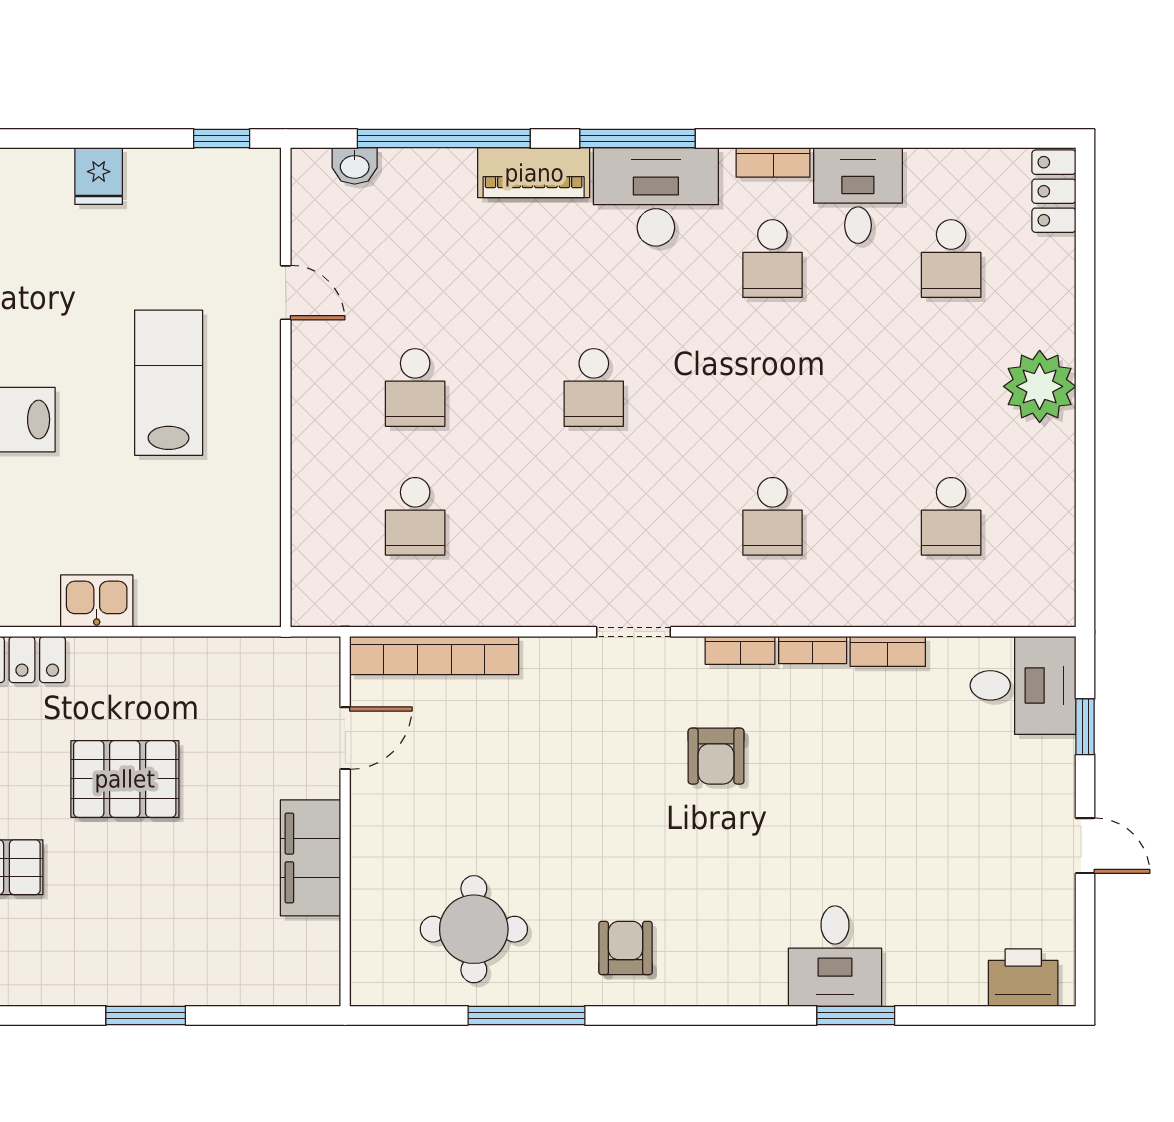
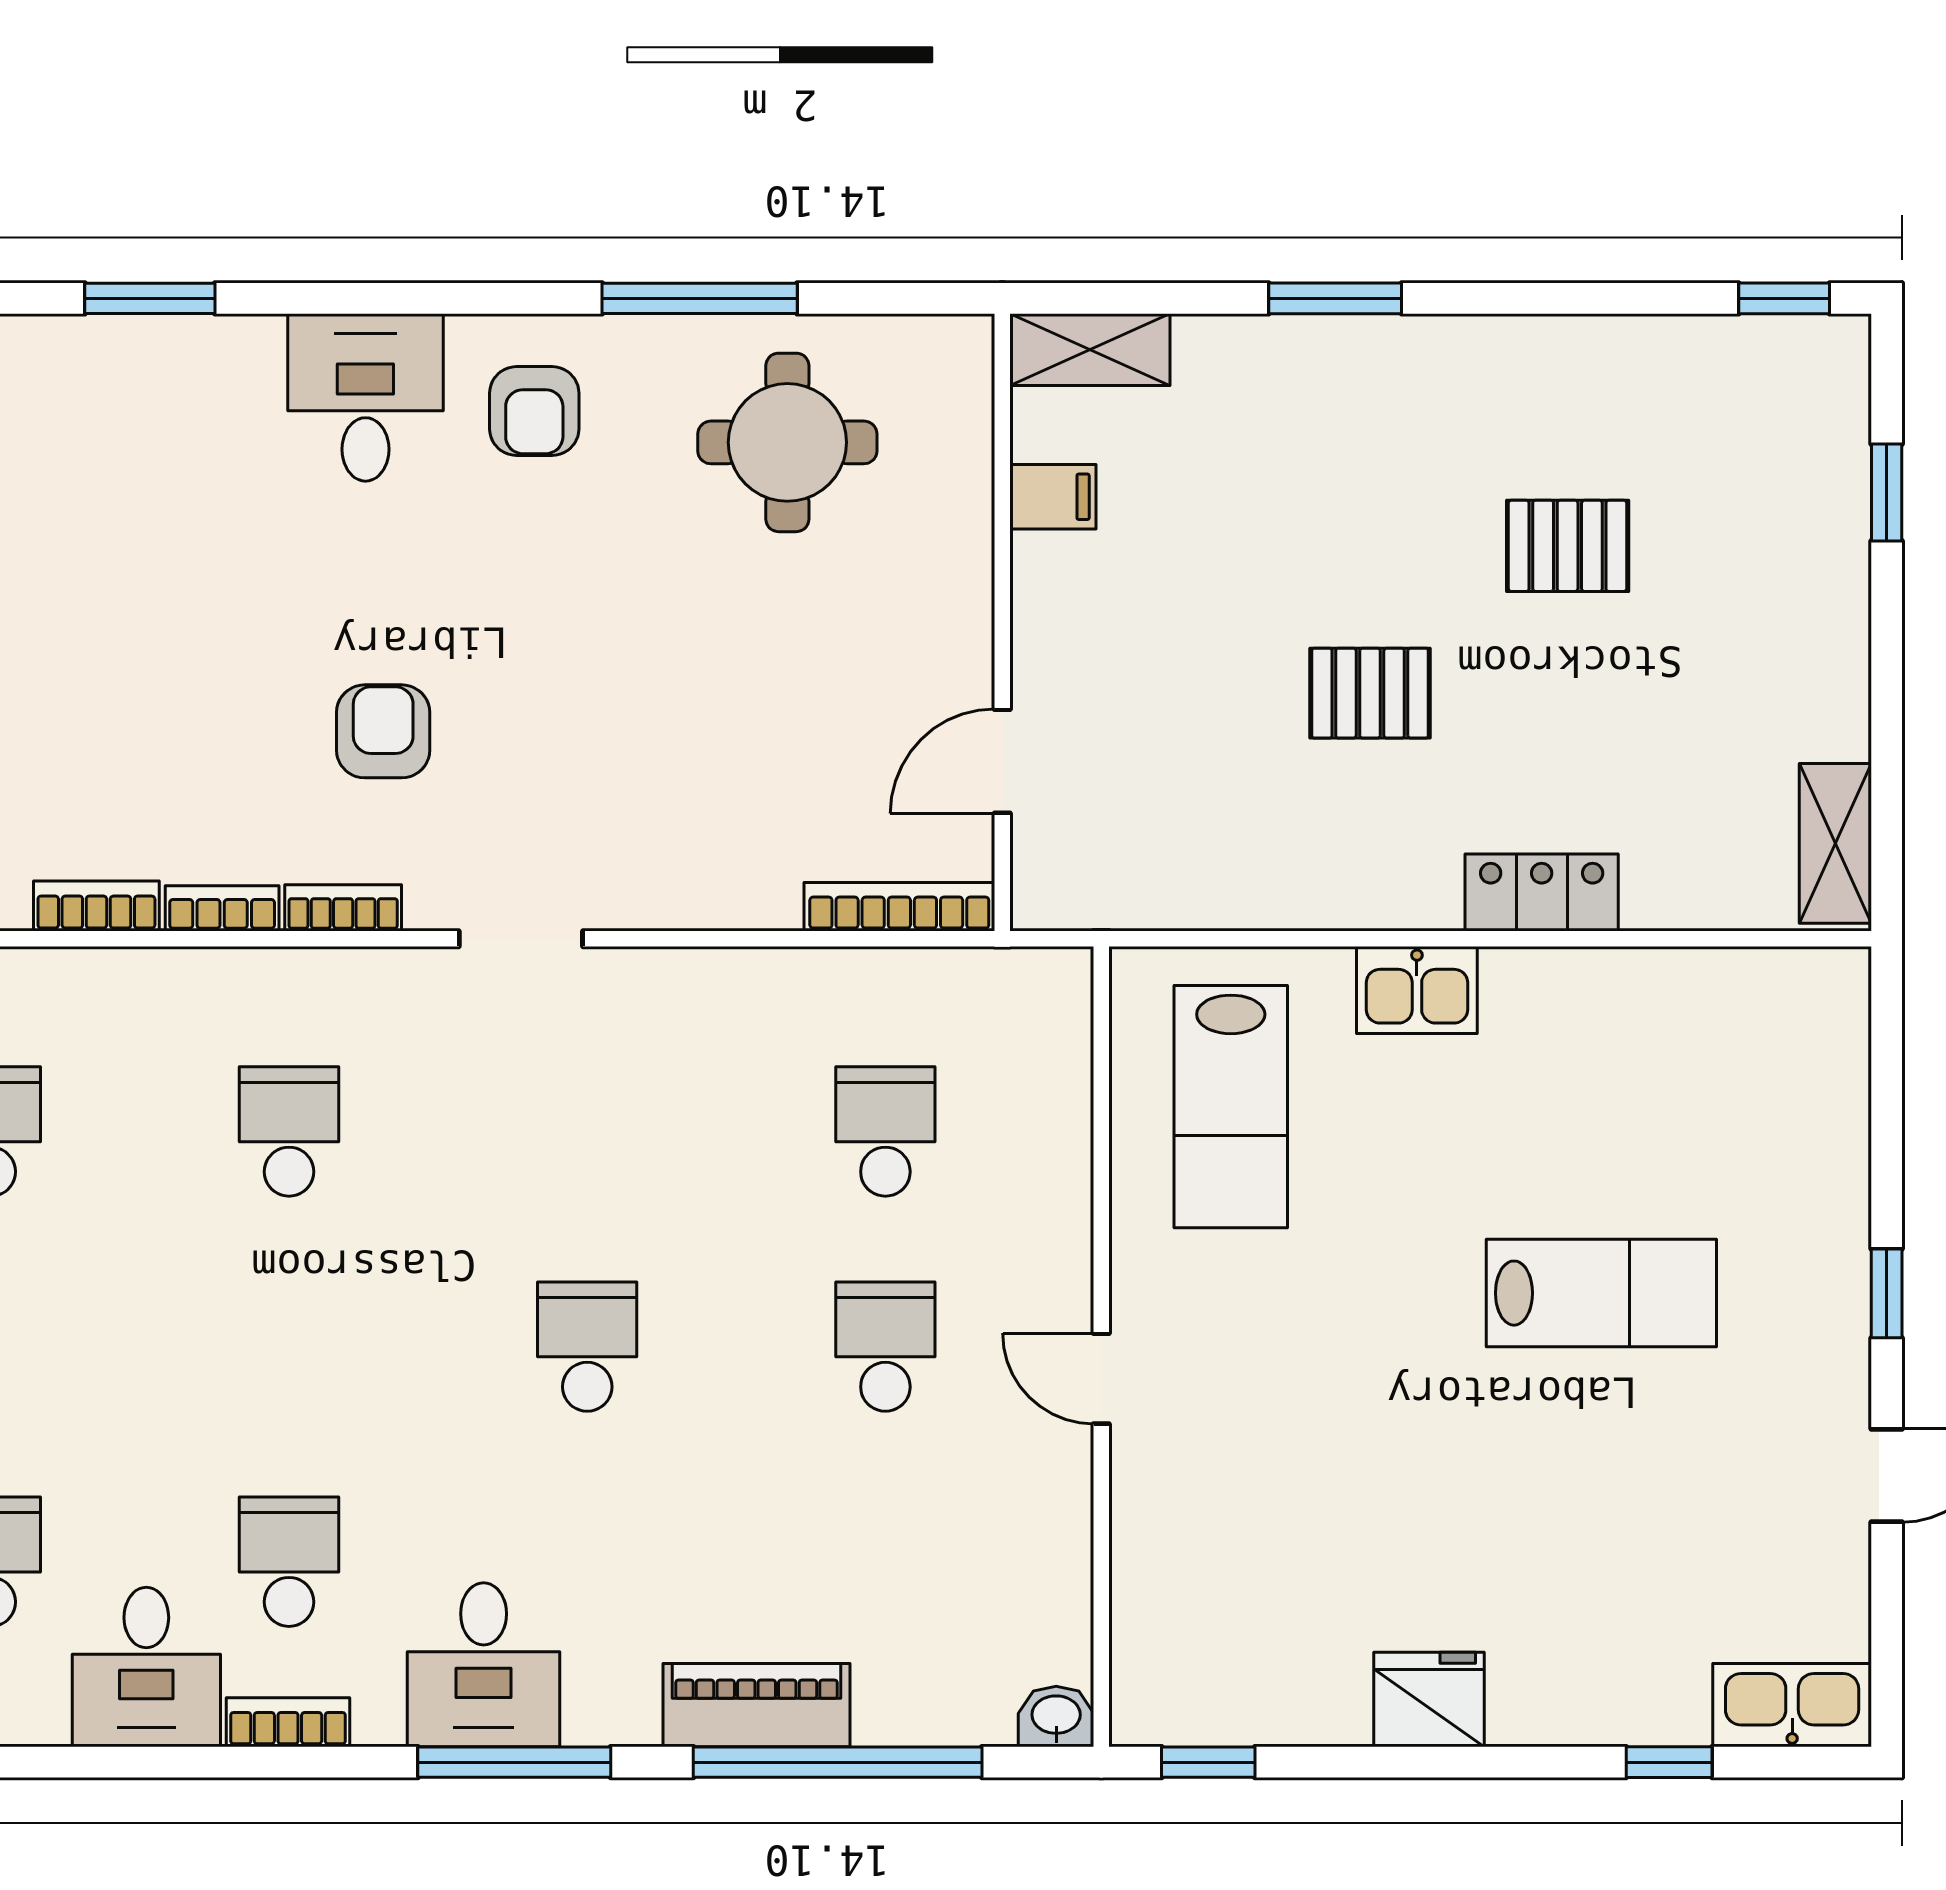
washbasin: (355, 166) -> (1056, 1716), moved
piano: (534, 173) -> (756, 1705), moved
fridge: (99, 176) -> (1429, 1699), width x1.38
desk: (656, 197) -> (484, 1665), width x0.73
door: (286, 293) -> (1101, 1379), moved
lab bench: (169, 383) -> (1231, 1107), moved
bookcase: (434, 656) -> (899, 907), width x0.68, depth x0.76
pallet: (125, 779) -> (1370, 693), width x0.67, depth x0.71
filing cabinet: (310, 858) -> (1053, 497), width x0.33, depth x0.86
desk: (835, 956) -> (365, 397), moved
shelving: (293, 985) -> (1090, 350), added

